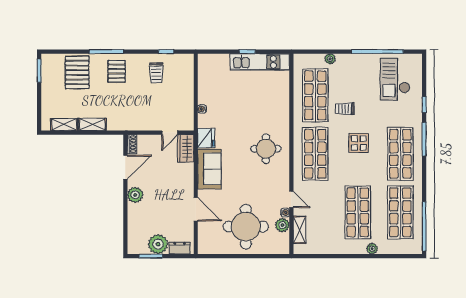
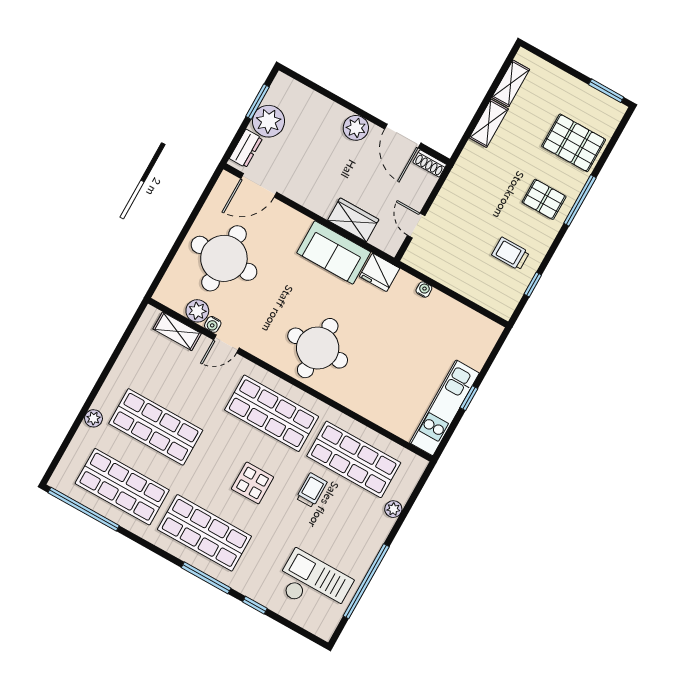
wardrobe: (186, 148) -> (353, 220), moved
round table: (266, 149) -> (318, 348), width x1.36, depth x1.36
door: (196, 209) -> (259, 185), moved

